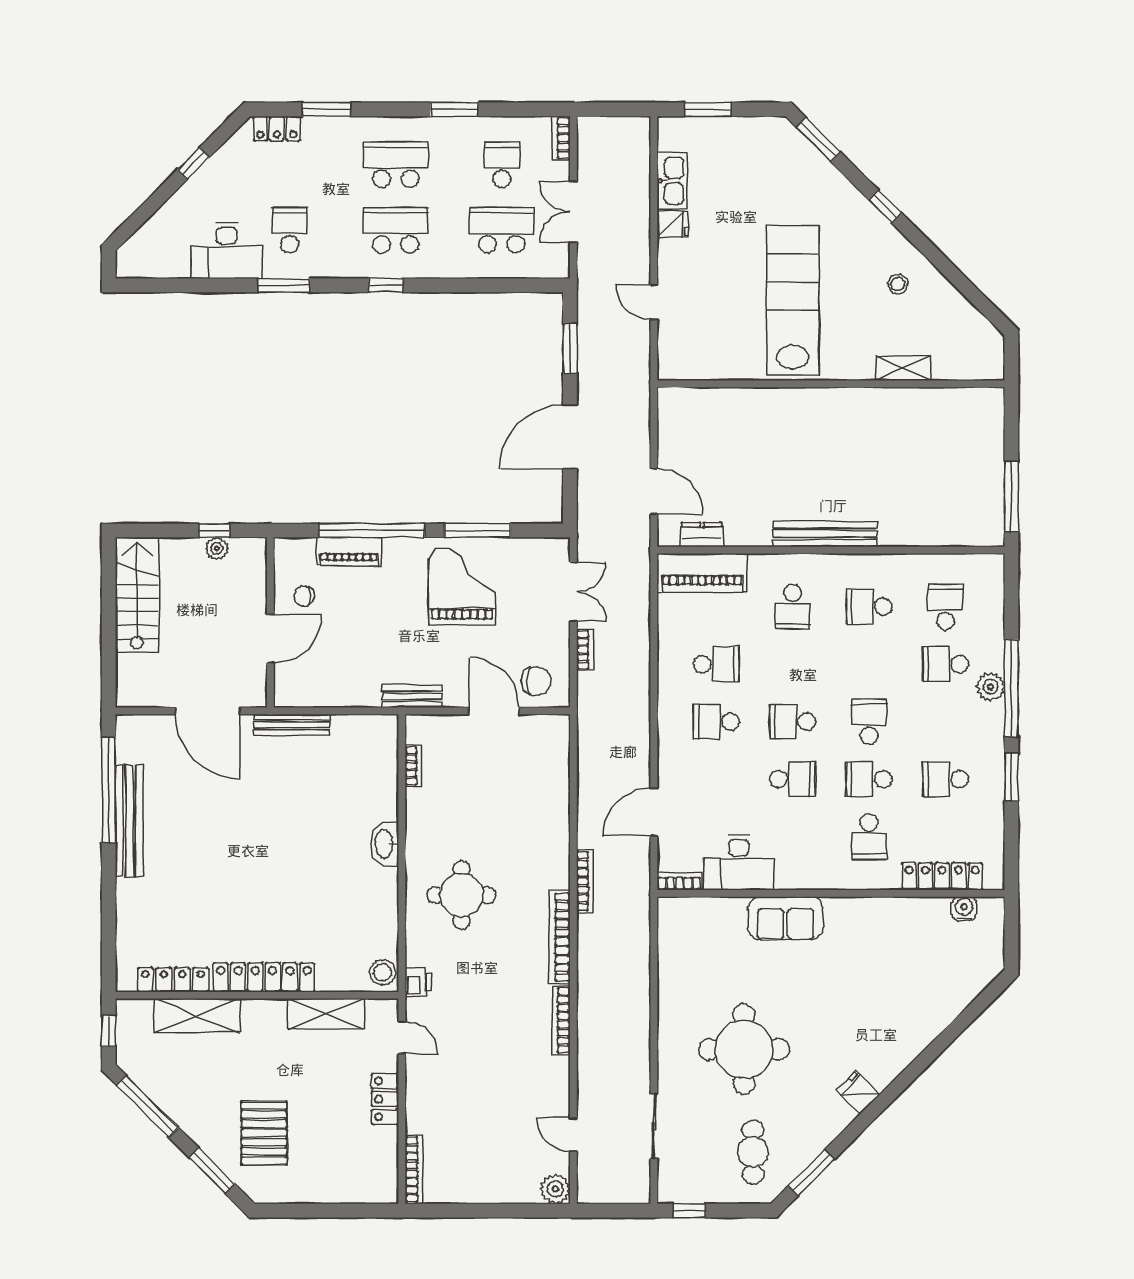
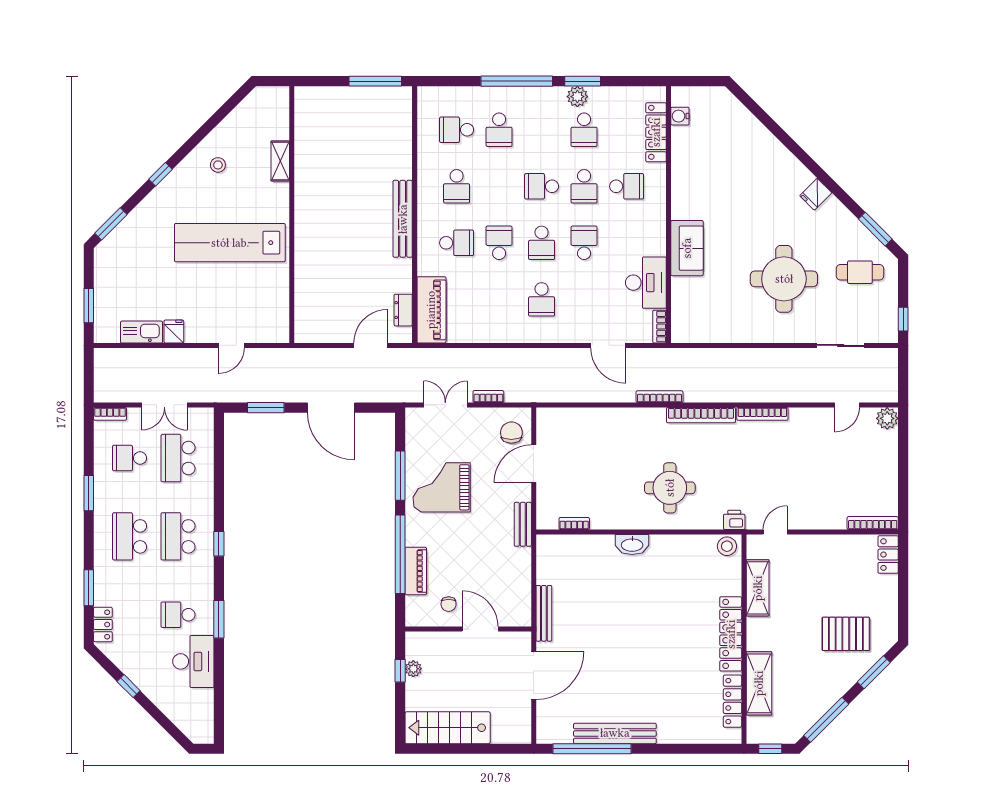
school desk: (716, 664) -> (499, 243), moved
plant: (990, 687) -> (577, 97), moved
locker: (385, 1099) -> (888, 555), moved, turned 90

